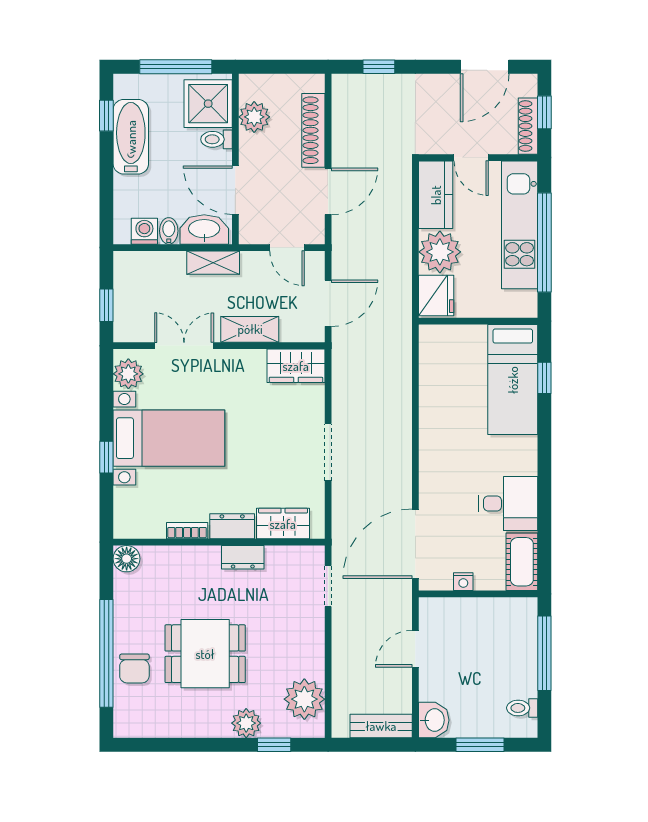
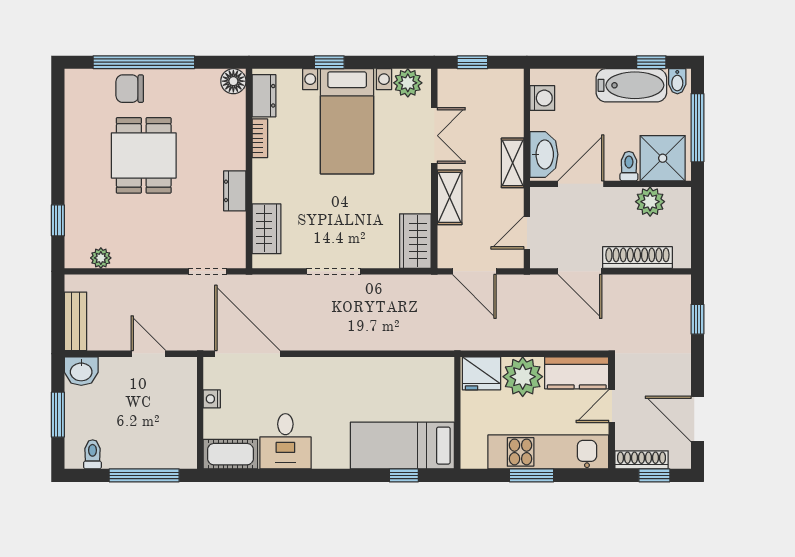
bidet: (169, 231) -> (677, 81), moved, turned 90
window: (544, 243) -> (532, 475), width x0.47
dresser: (232, 526) -> (264, 96), moved
plant: (304, 699) -> (101, 258), width x0.53, depth x0.53
plant: (246, 723) -> (78, 194), removed

